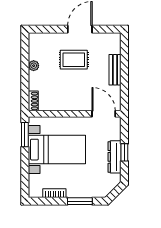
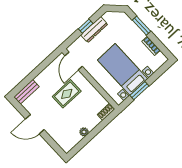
rug: (74, 60) -> (67, 94), moved, turned 90
bench: (115, 70) -> (26, 92), moved
window: (25, 135) -> (139, 91), moved

